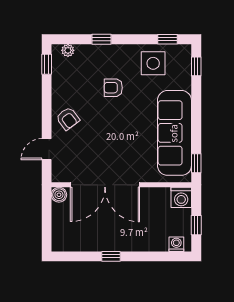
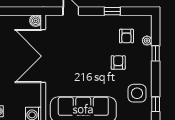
plant: (68, 50) -> (147, 41), moved
window: (47, 64) -> (112, 11), moved
armchair: (68, 119) -> (126, 36), moved, turned -53

